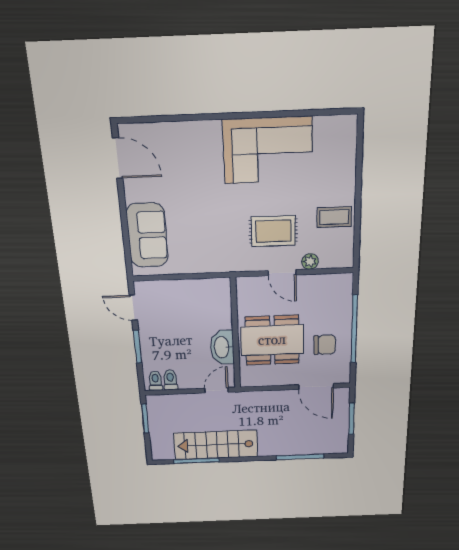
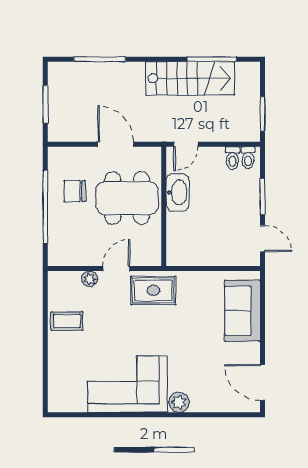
plant: (209, 132) -> (179, 402), added
rug: (273, 231) -> (153, 290), moved
door: (282, 273) -> (116, 269), hinge flipped
door: (316, 386) -> (116, 144), moved

